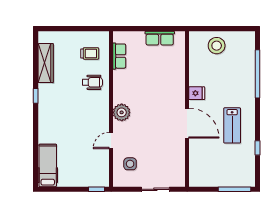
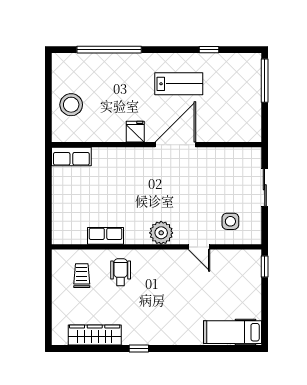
row of seats: (160, 38) -> (71, 156), moved, turned 90
row of seats: (119, 56) -> (106, 236), moved

